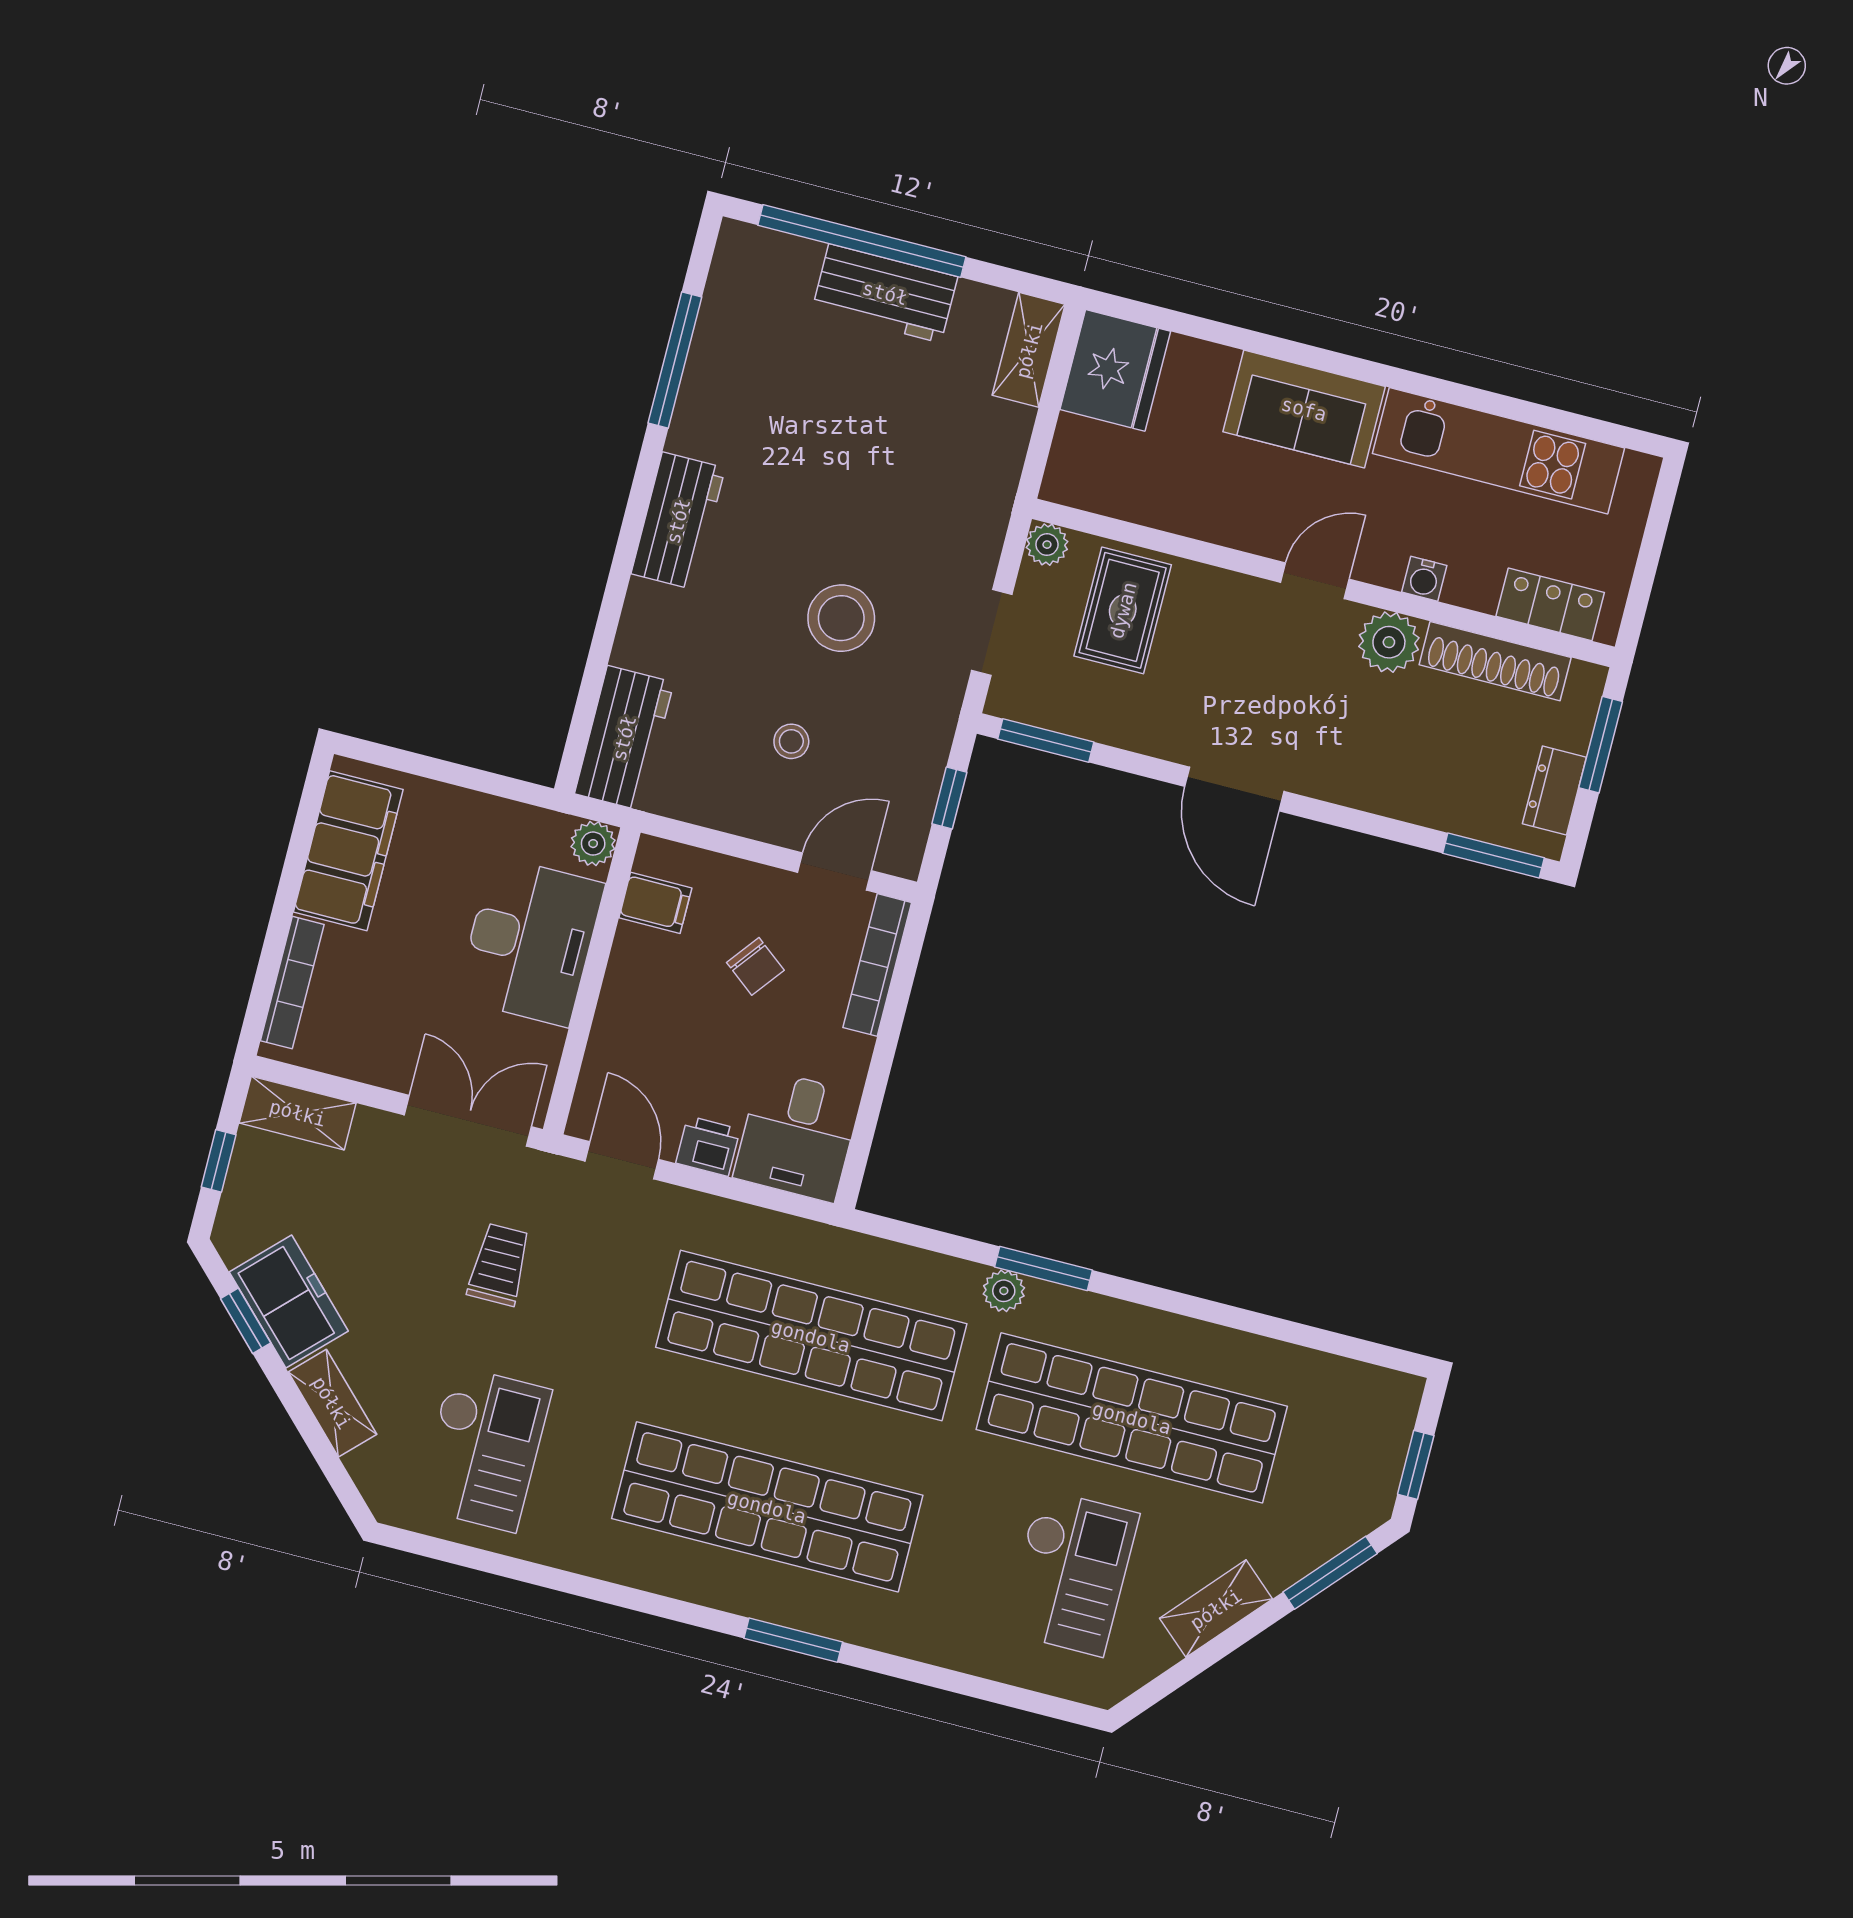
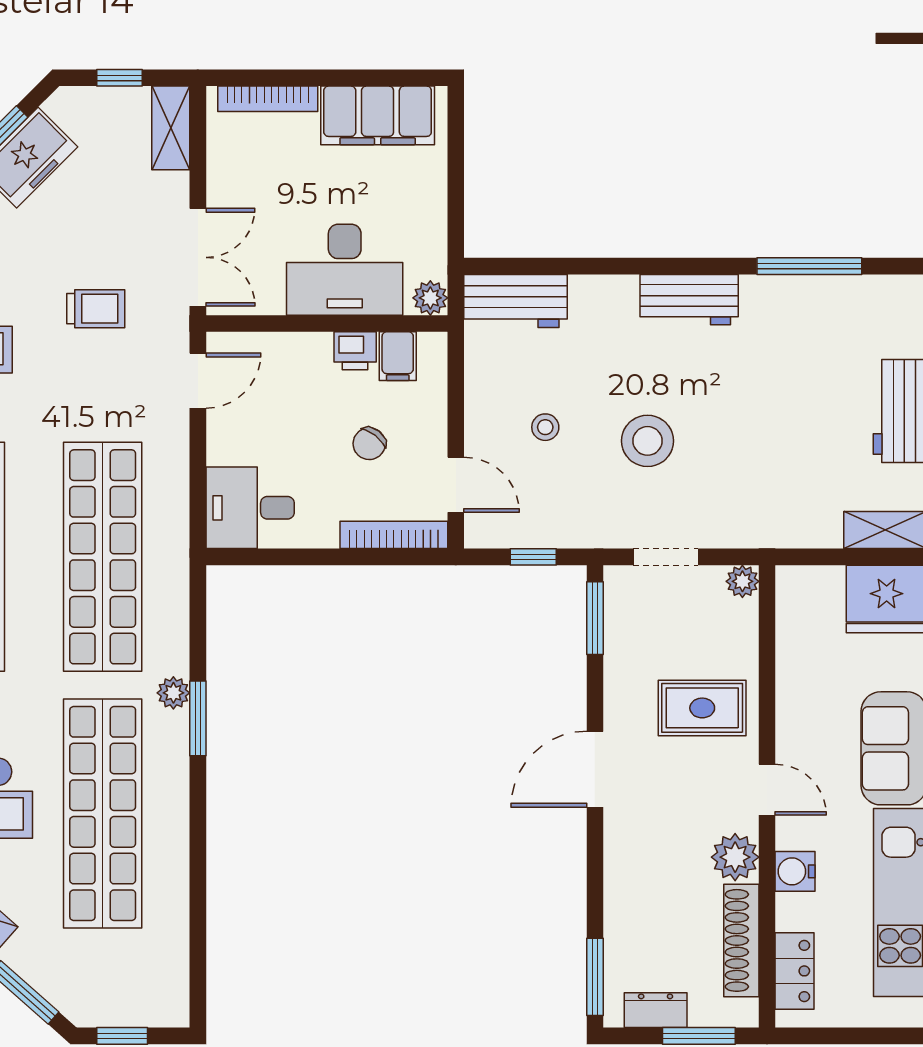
water cooler: (1424, 579) -> (795, 871), width x1.38, depth x1.38
rug: (1123, 610) -> (702, 708), moved
printer: (708, 1146) -> (355, 351), moved, turned 90

